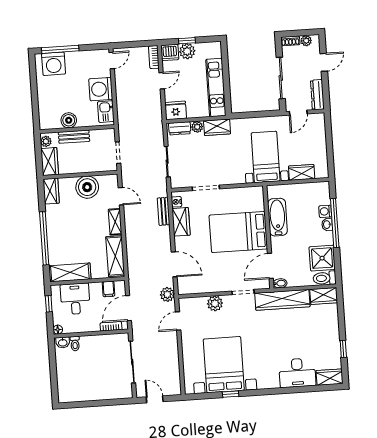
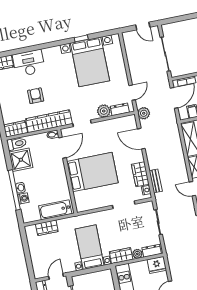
bed with nightstands: (266, 157) -> (90, 247), moved, turned 180
bathtub: (277, 217) -> (55, 210), moved, turned 90
dresser: (195, 303) -> (120, 109), added
armchair: (294, 333) -> (36, 96), added

